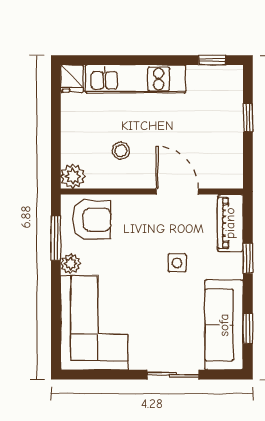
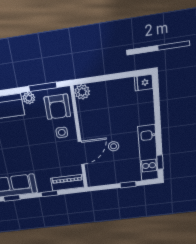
kitchen unit: (136, 79) -> (148, 153), moved
stool: (121, 151) -> (114, 146), moved
side table: (177, 263) -> (62, 132), moved

